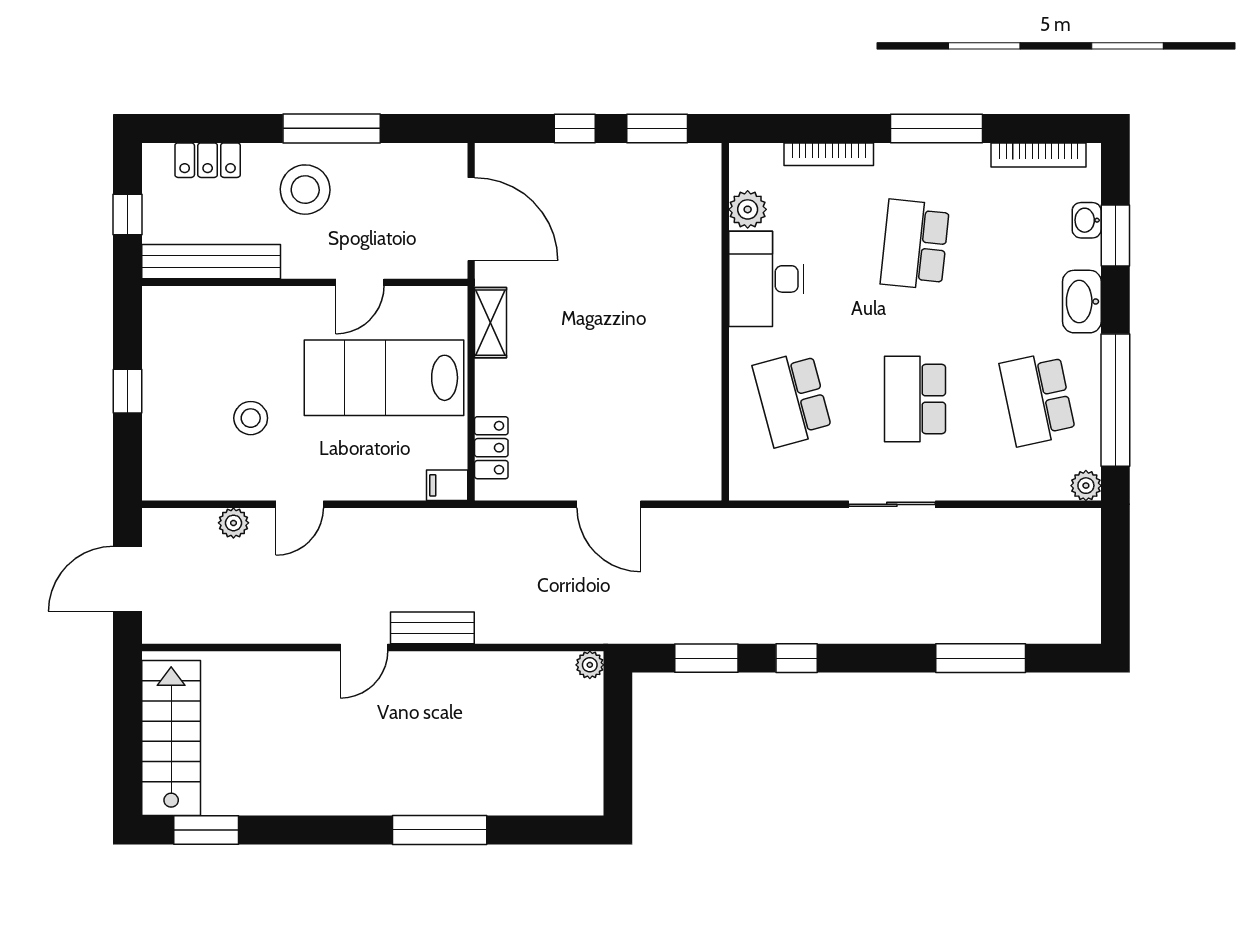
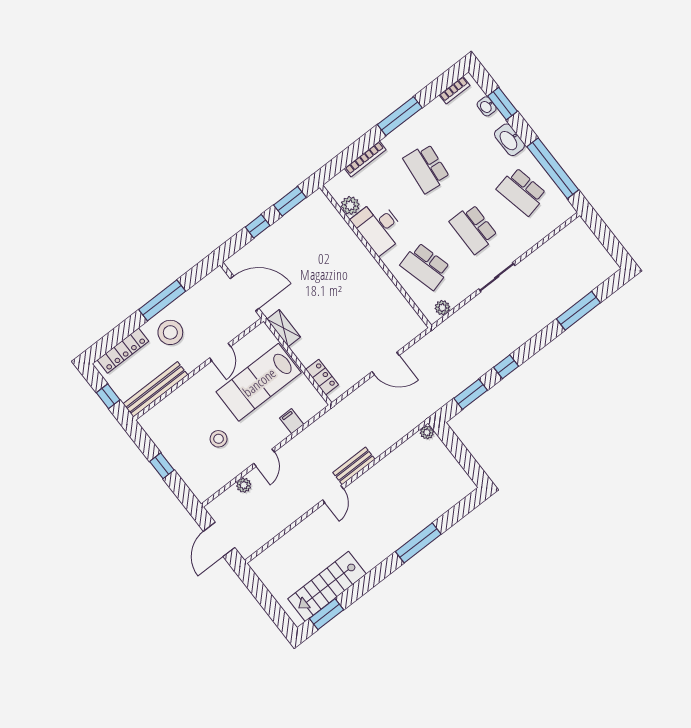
bookcase: (1039, 155) -> (455, 90), width x0.64
locker: (208, 160) -> (123, 351), width x1.53
filing cabinet: (447, 485) -> (292, 421), moved, turned 90
plant: (1086, 486) -> (442, 308), moved
stairs: (171, 738) -> (327, 586), moved, turned -90

